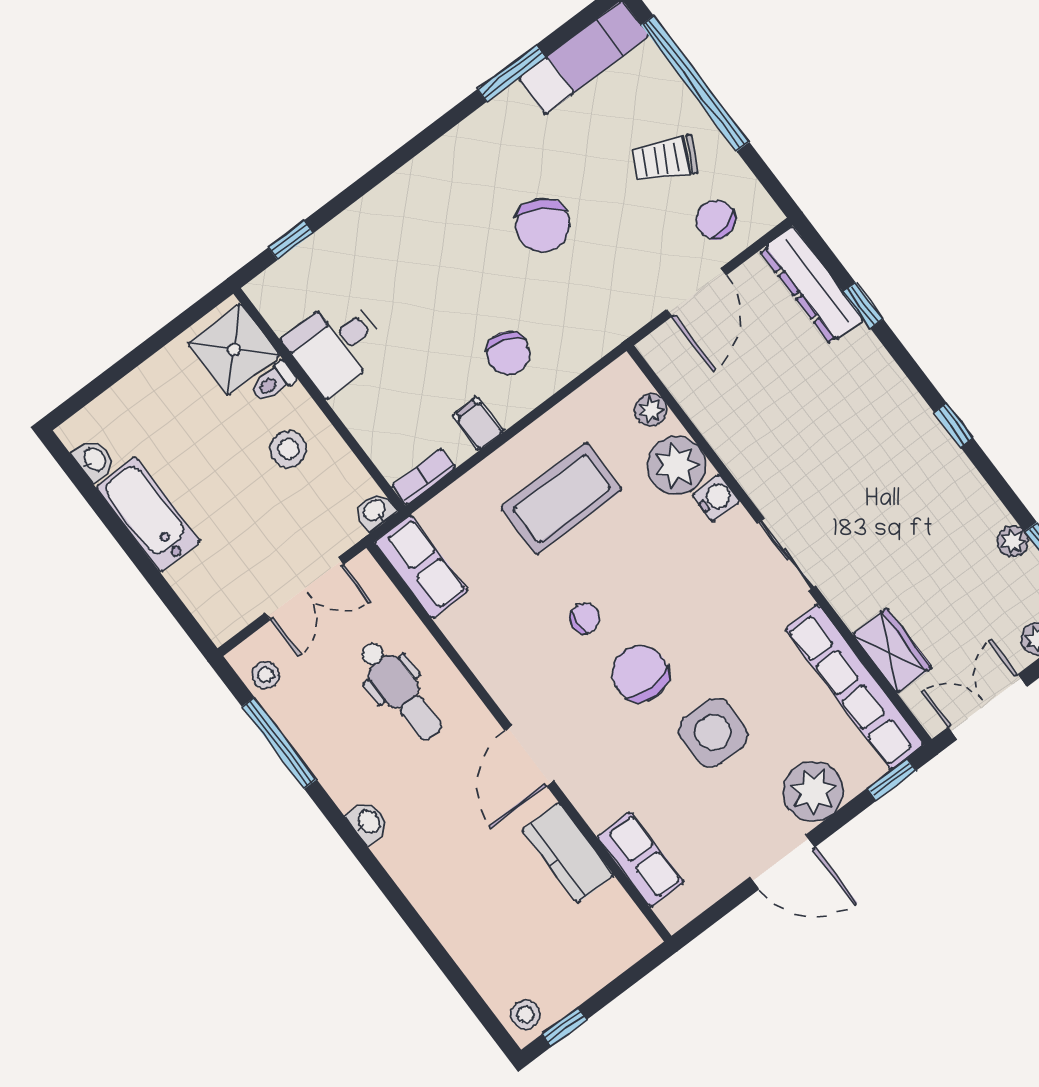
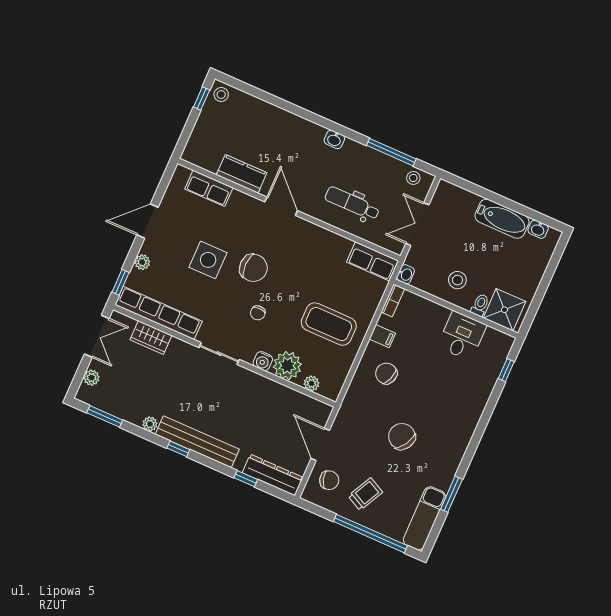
bench: (913, 419) -> (197, 442), added
coffee table: (562, 498) -> (329, 324), turned 90
plant: (1013, 542) -> (150, 424), moved
chair: (585, 618) -> (258, 313), moved
plant: (813, 791) -> (142, 262), width x0.53, depth x0.53

